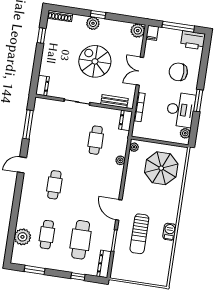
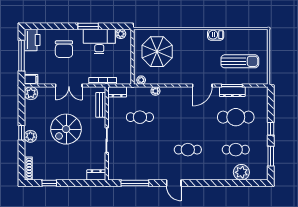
sun lounger: (139, 234) -> (240, 61), moved
dresser: (104, 264) -> (232, 92), moved
window: (78, 276) -> (271, 129), moved

